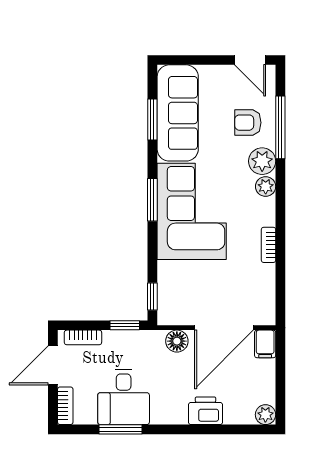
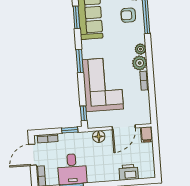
plant: (262, 161) -> (140, 63), moved
corner sofa: (192, 211) -> (103, 84), moved
door: (224, 328) -> (124, 127), width x0.73
printer: (206, 411) -> (129, 172), moved
plant: (265, 415) -> (150, 173), removed

